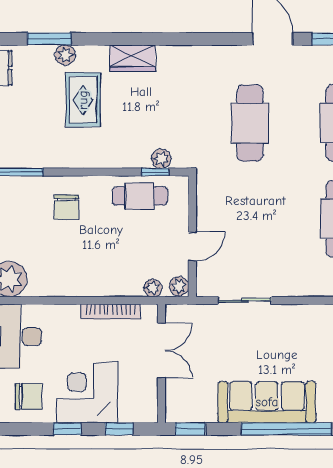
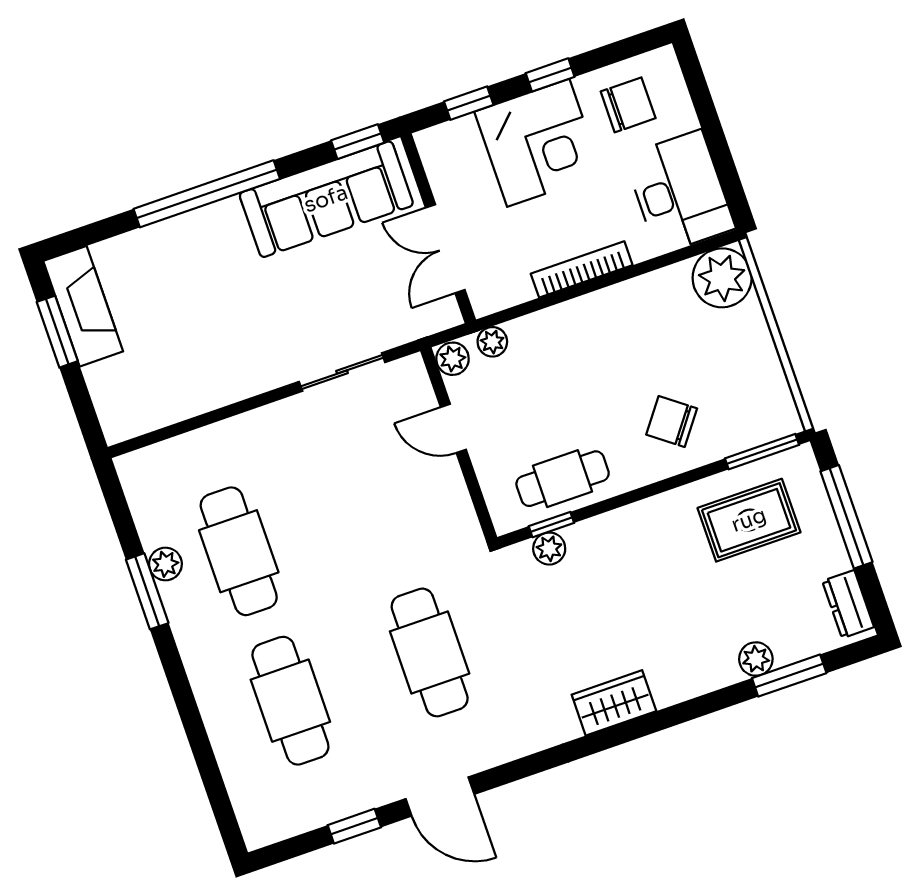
wardrobe: (132, 58) -> (614, 703), moved
rug: (83, 100) -> (749, 520), moved, turned 90
chair: (66, 207) -> (672, 422), turned -53
door: (192, 246) -> (453, 428), hinge flipped
bookcase: (110, 312) -> (582, 269), moved
chair: (29, 396) -> (628, 105), turned 180
sofa: (267, 402) -> (326, 199), moved

